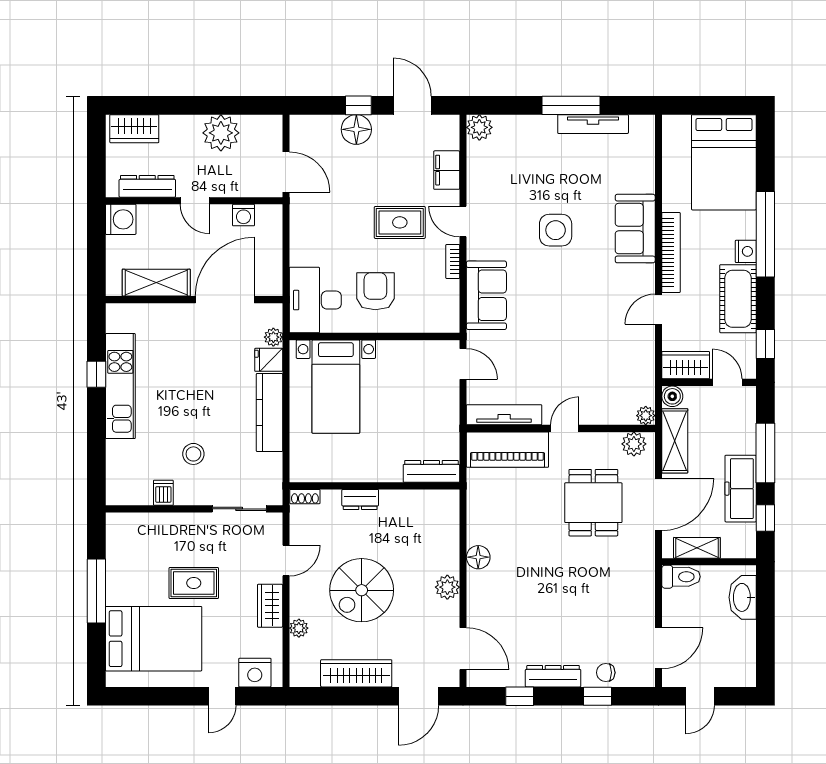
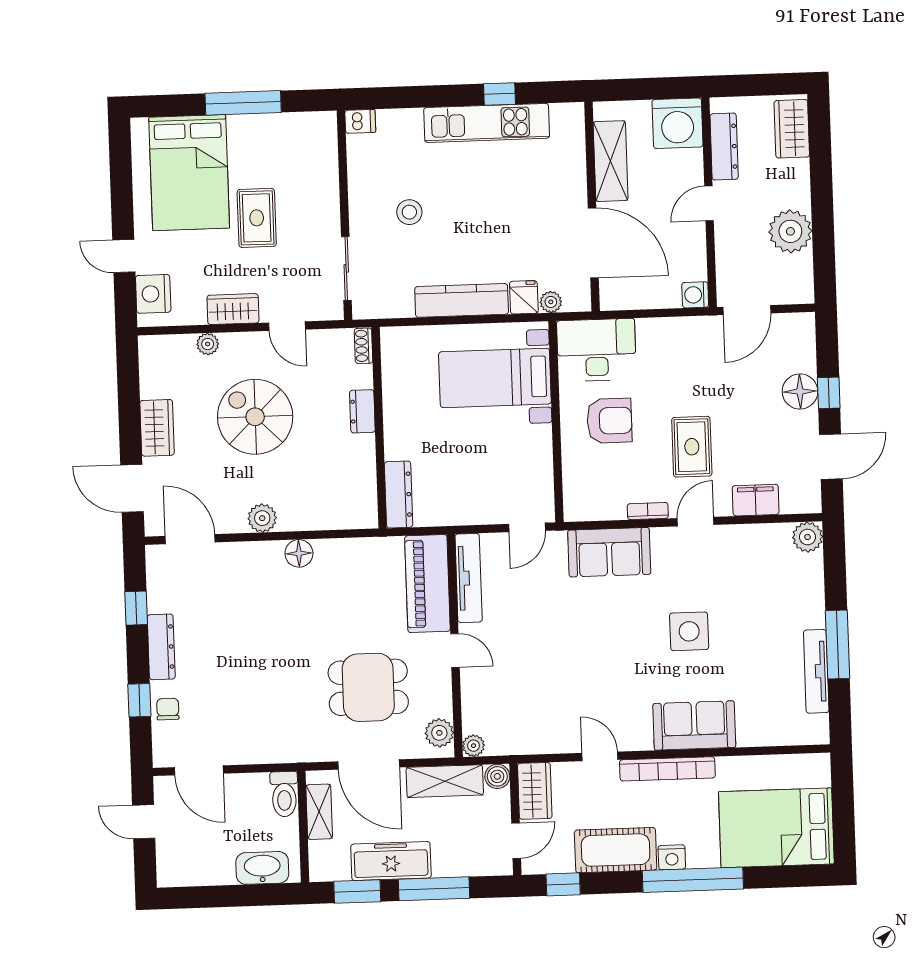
washing machine: (244, 215) -> (695, 295), moved
washing machine: (121, 219) -> (677, 123), width x1.37, depth x1.37
dishwasher: (163, 493) -> (360, 121), moved
window: (765, 518) -> (357, 892), width x1.50
door: (463, 649) -> (190, 539), swing flipped
wardrobe: (356, 673) -> (157, 428), width x0.67

